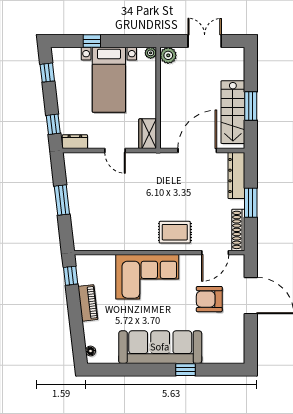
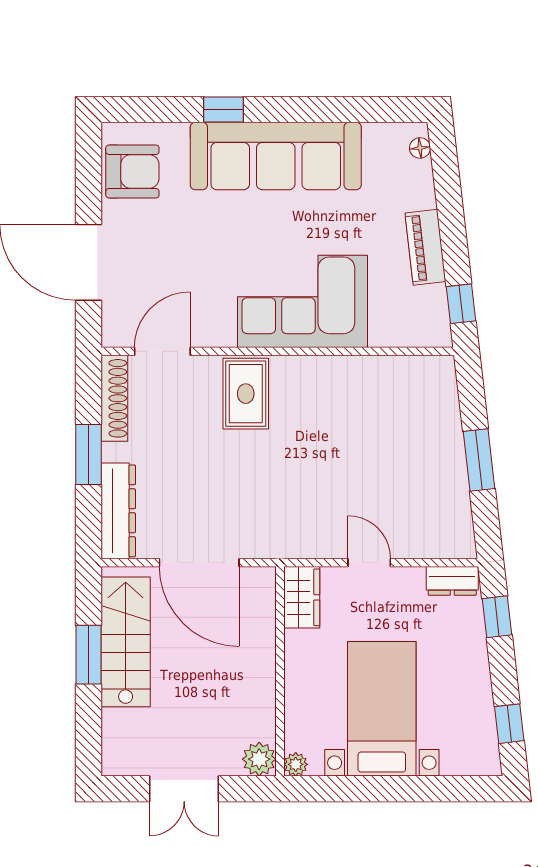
window: (92, 41) -> (417, 789), removed
door: (197, 150) -> (199, 563), hinge flipped
rug: (175, 232) -> (246, 394), turned 90
armchair: (209, 299) -> (132, 171), moved

